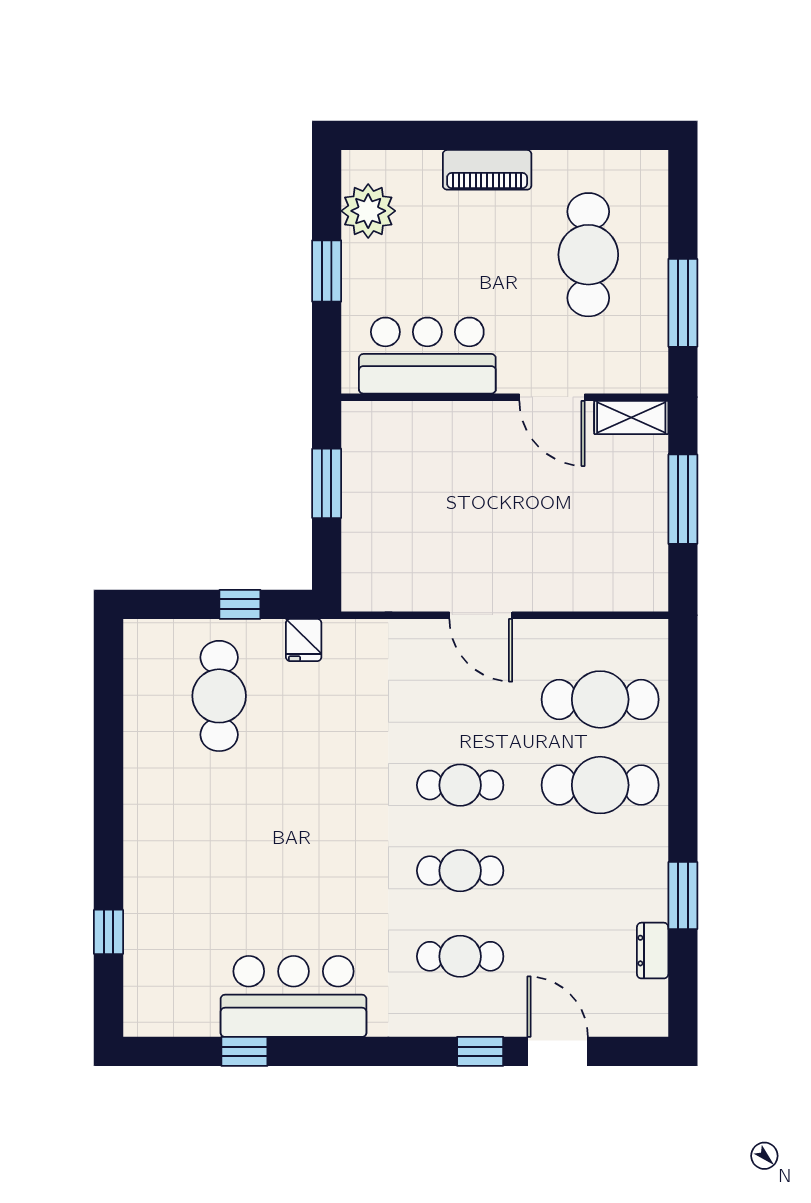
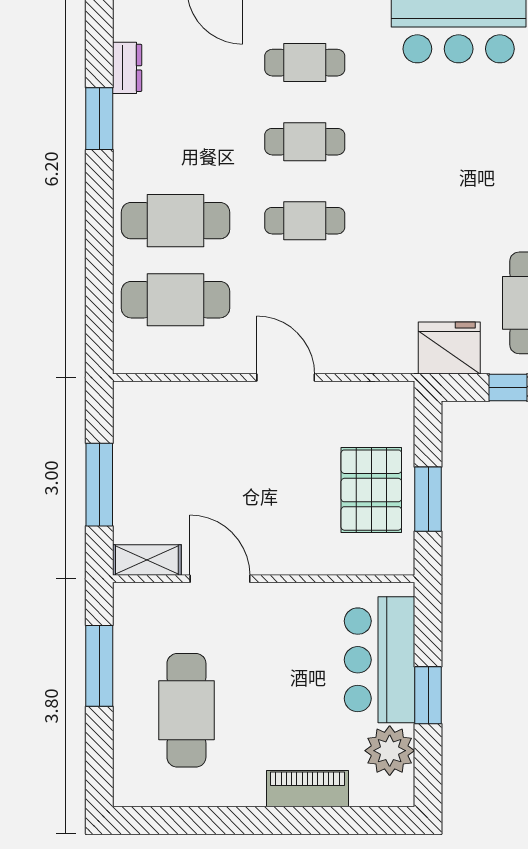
piano: (487, 170) -> (307, 789), moved
bar counter: (427, 356) -> (380, 660), moved, turned 90
pallet: (388, 493) -> (371, 490), added
fridge: (304, 640) -> (449, 348), width x1.88, depth x1.34

